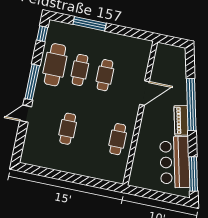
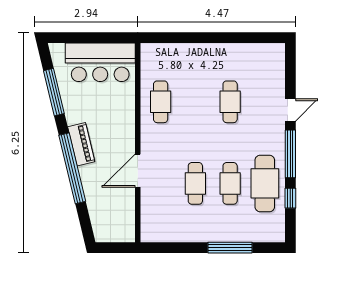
window: (42, 34) -> (290, 198), moved
bar counter: (175, 162) -> (100, 62), moved, turned 103
window: (193, 174) -> (54, 92), moved

